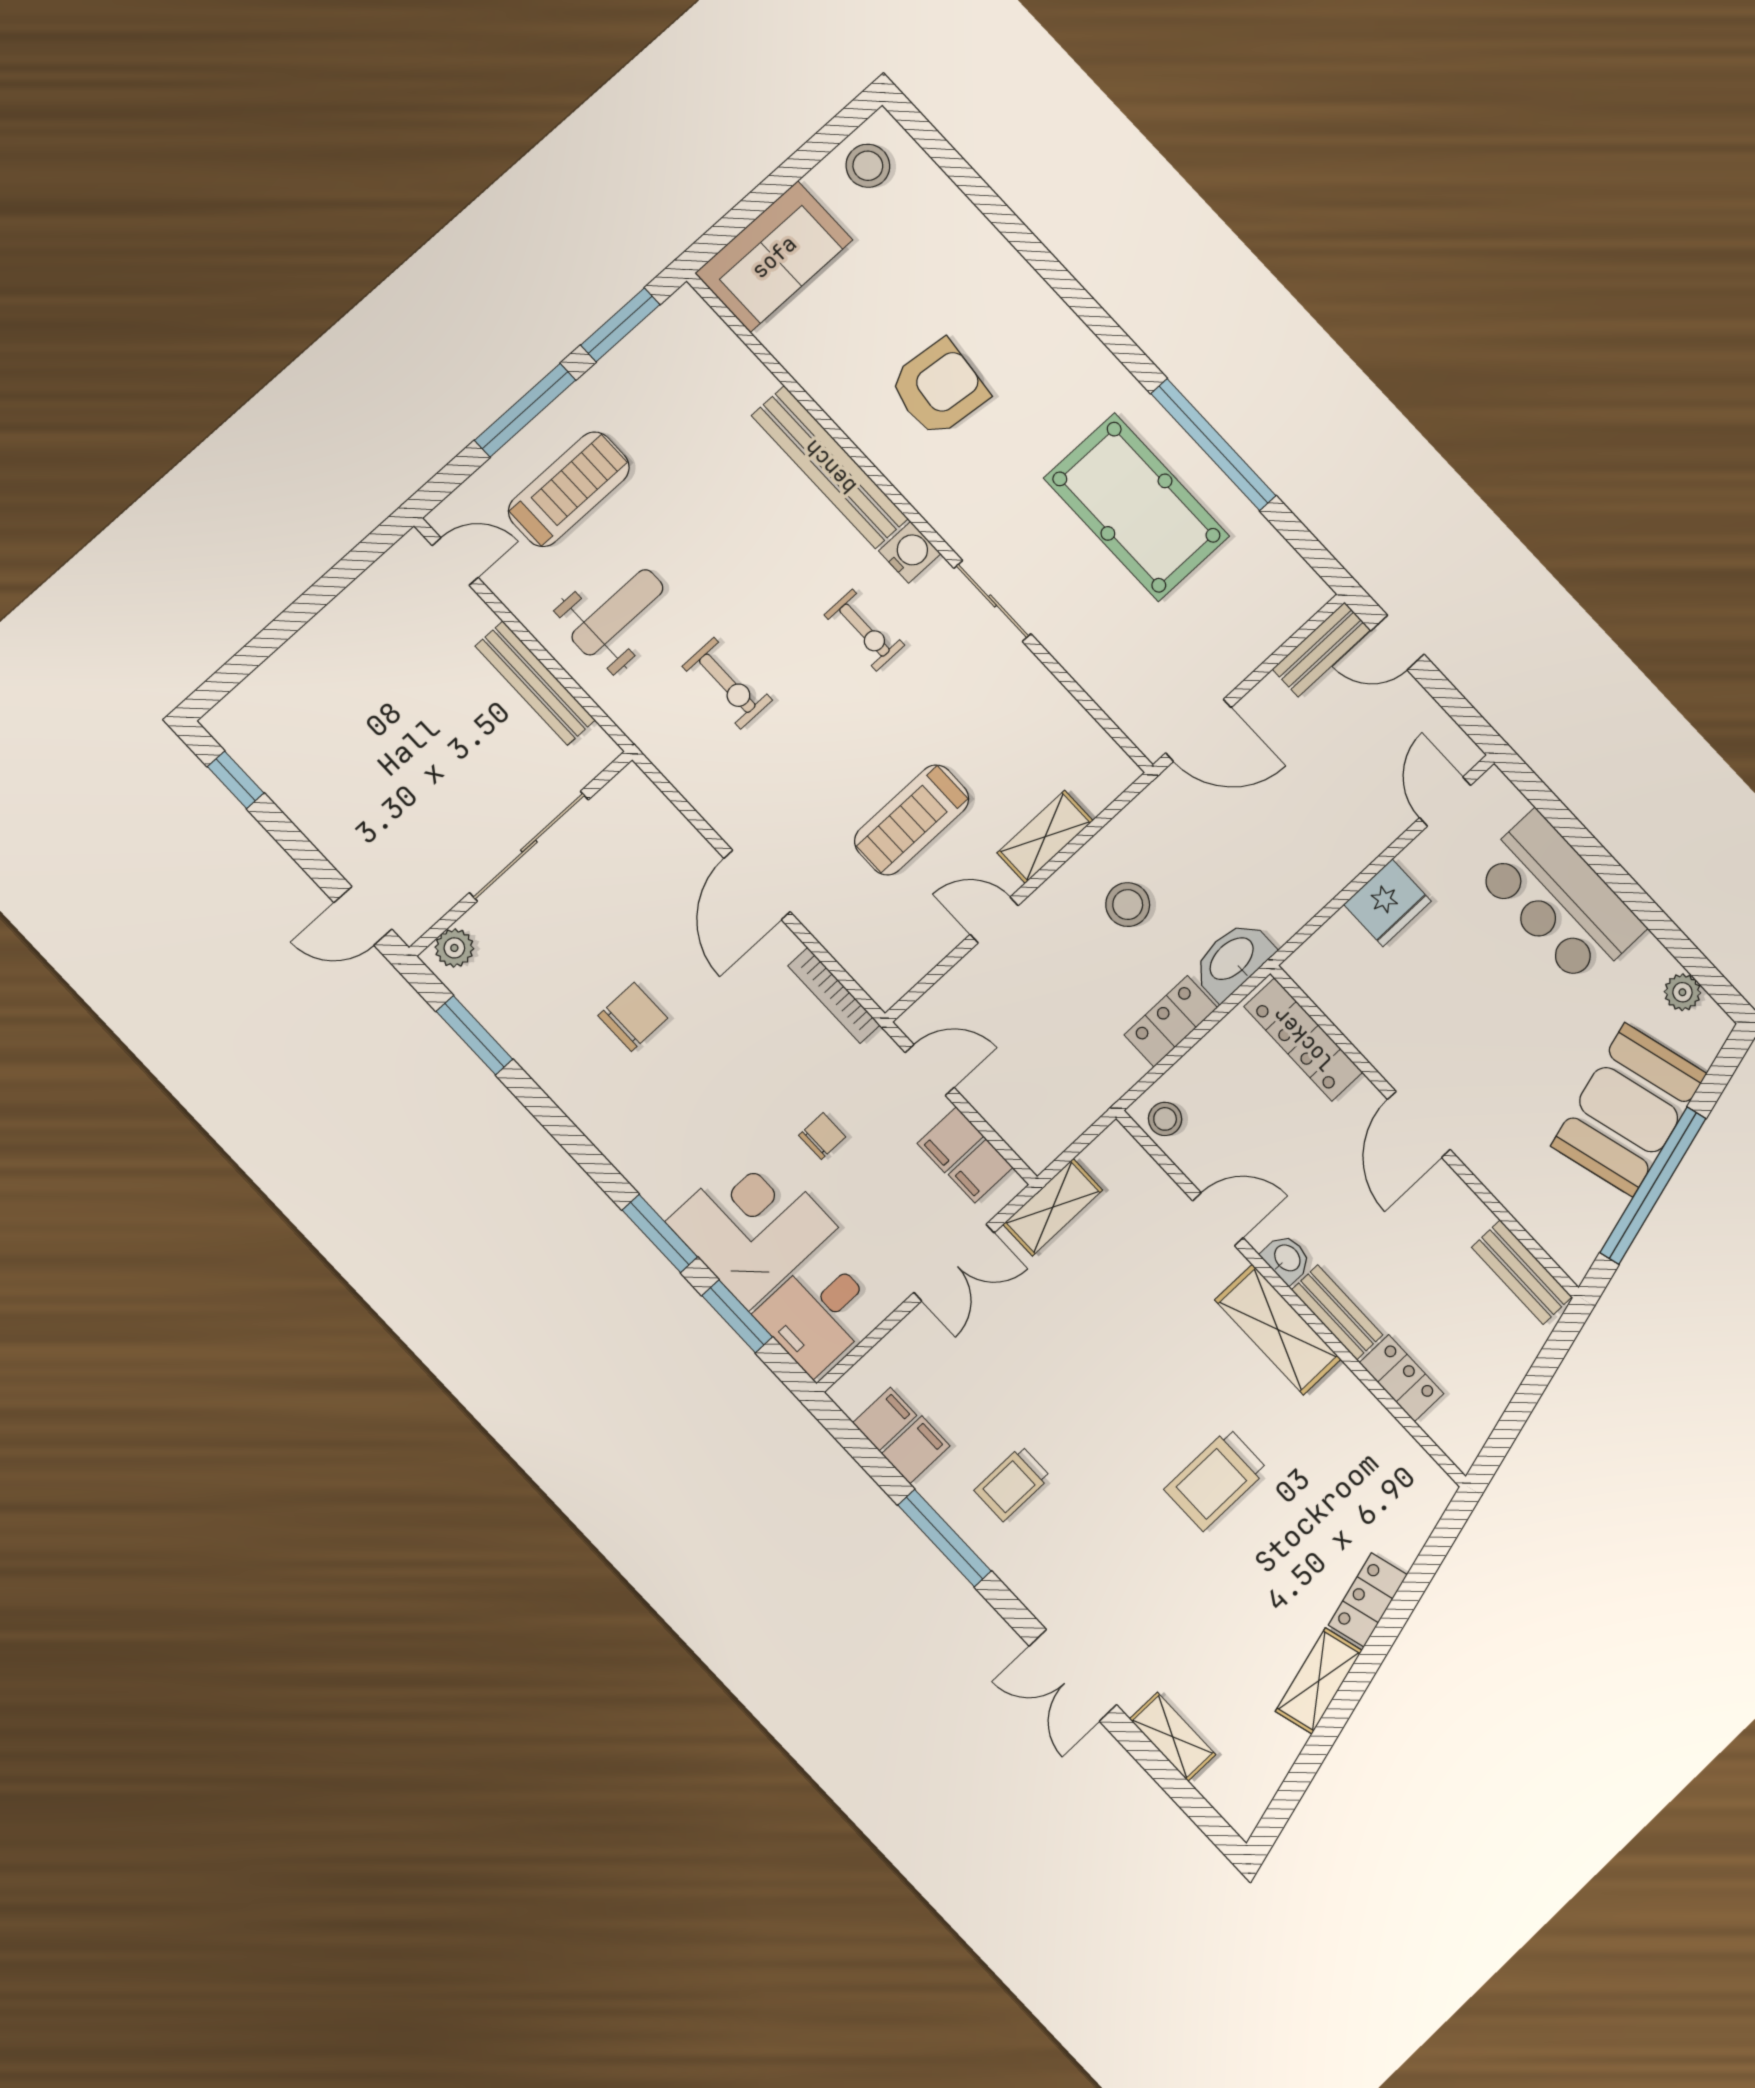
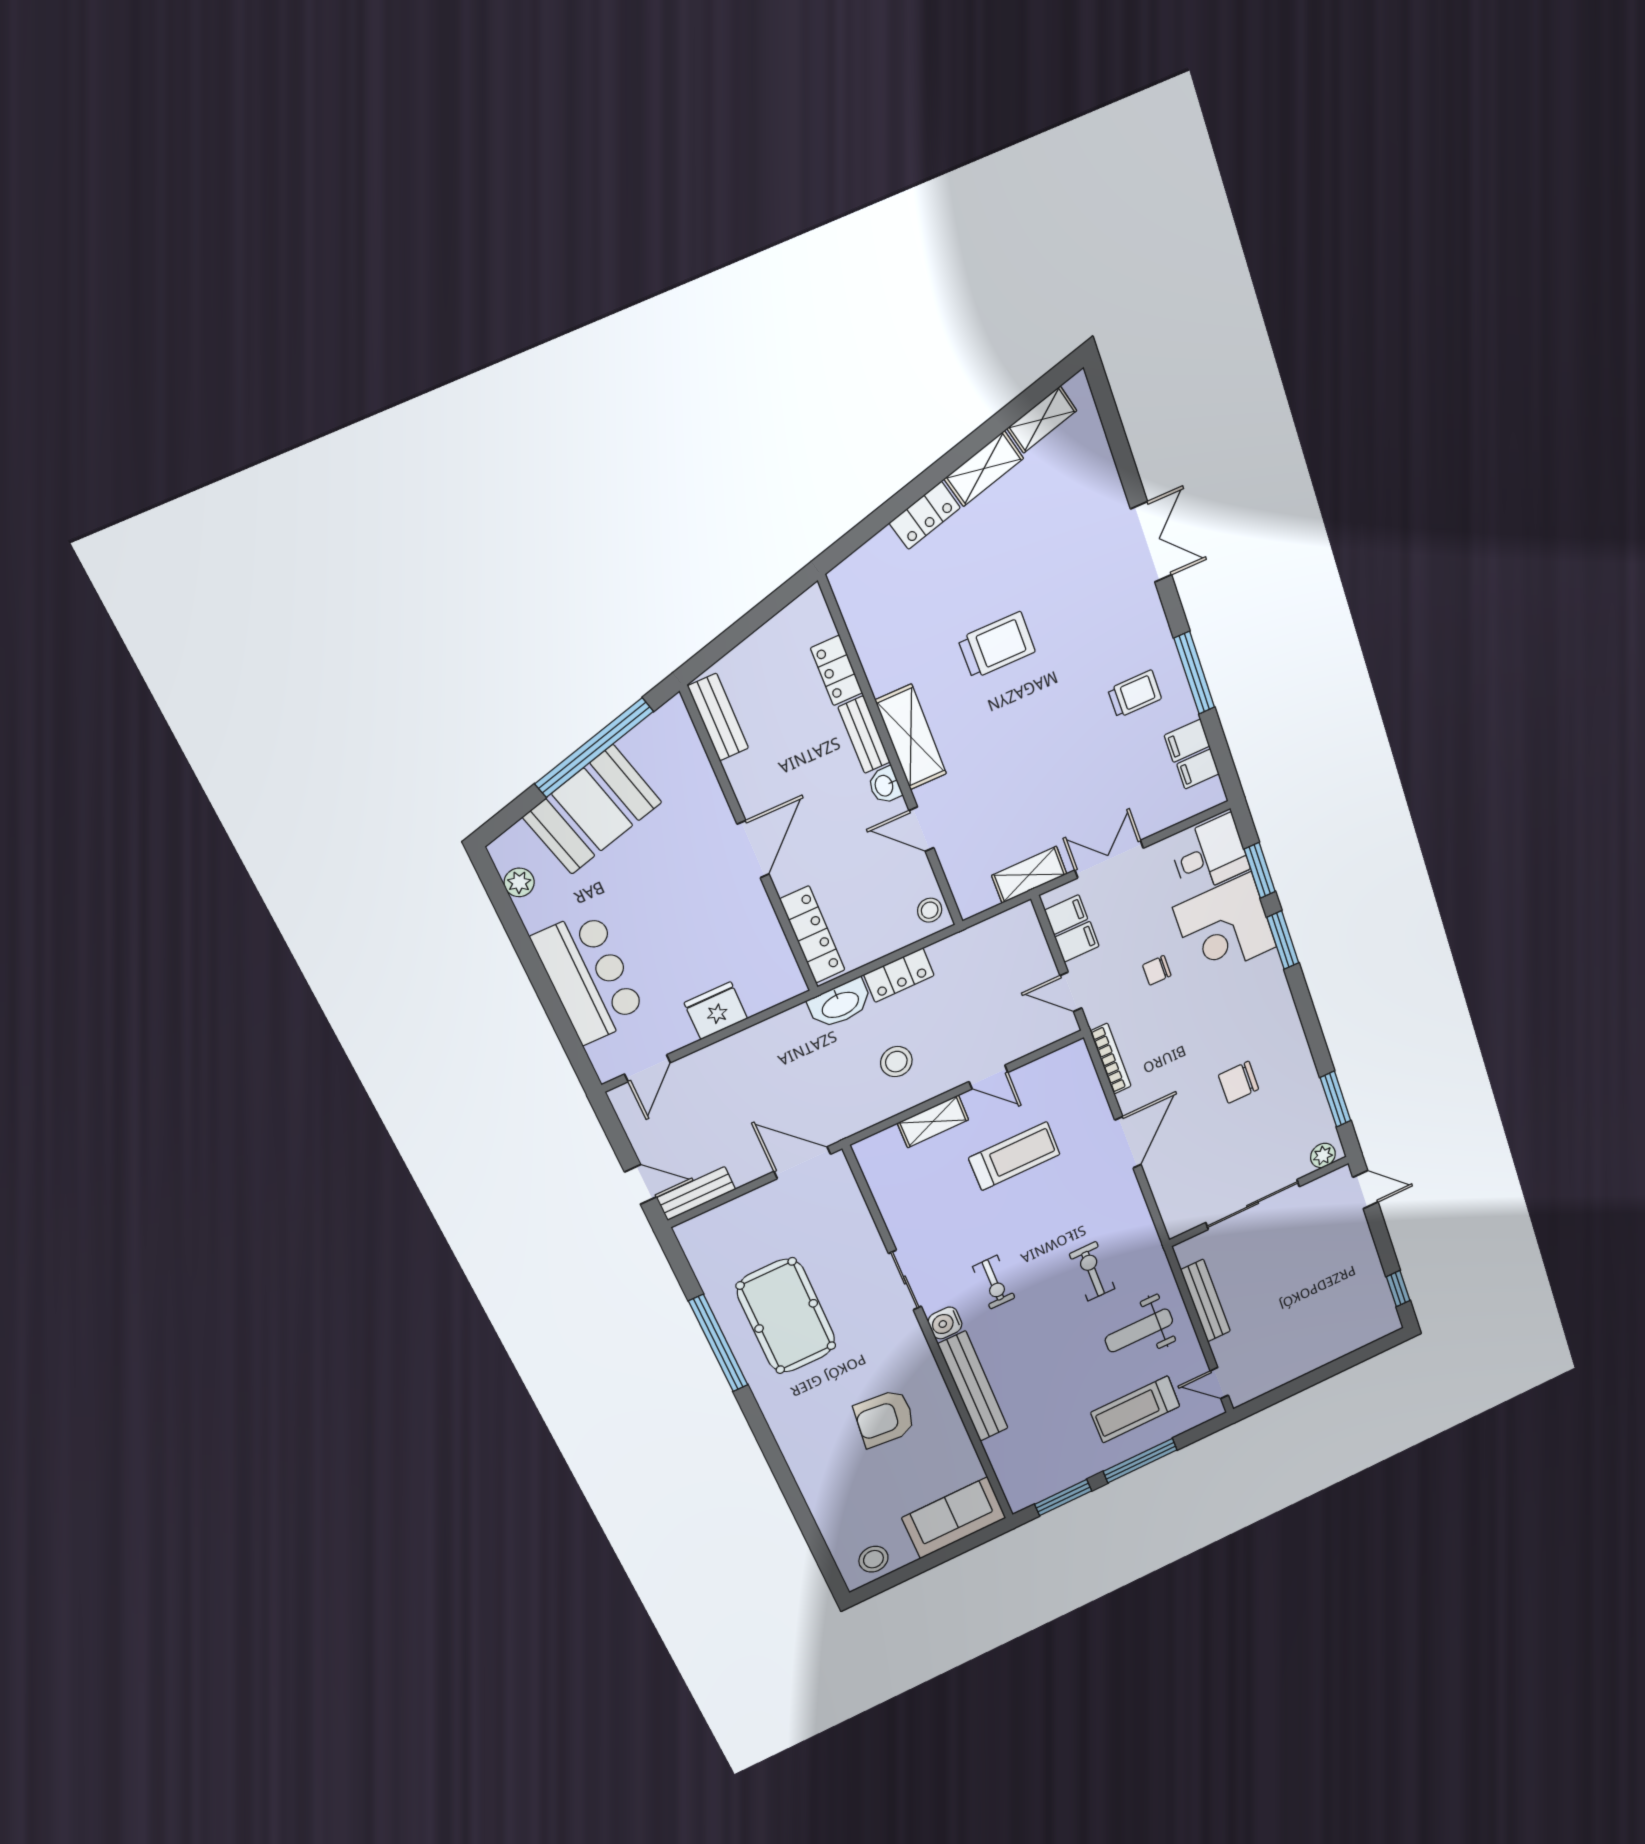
exercise bike: (864, 630) -> (994, 1282), turned 180
shelving: (1173, 1737) -> (1042, 420), moved, turned 75

